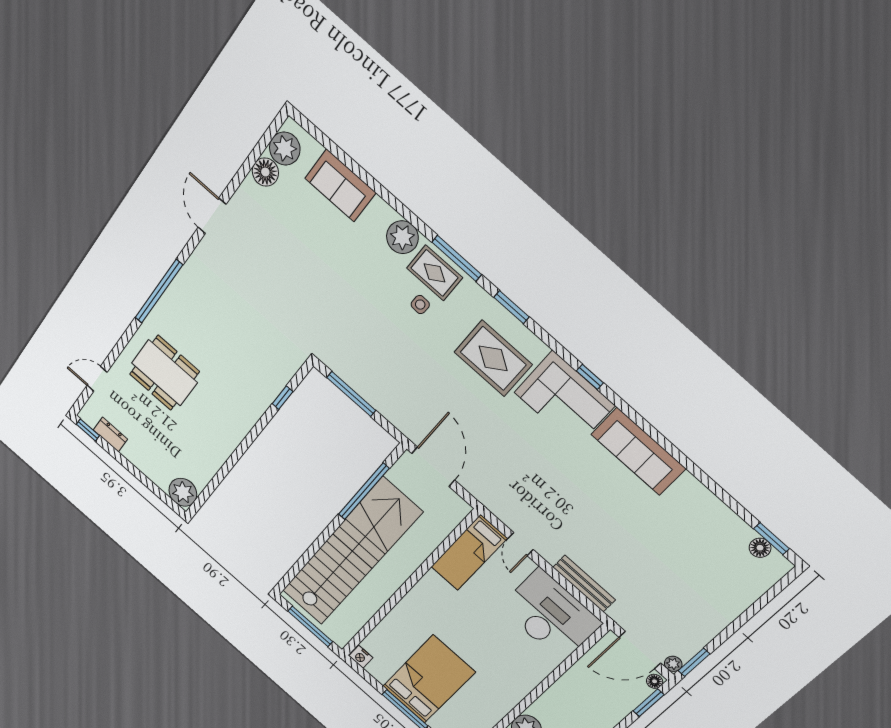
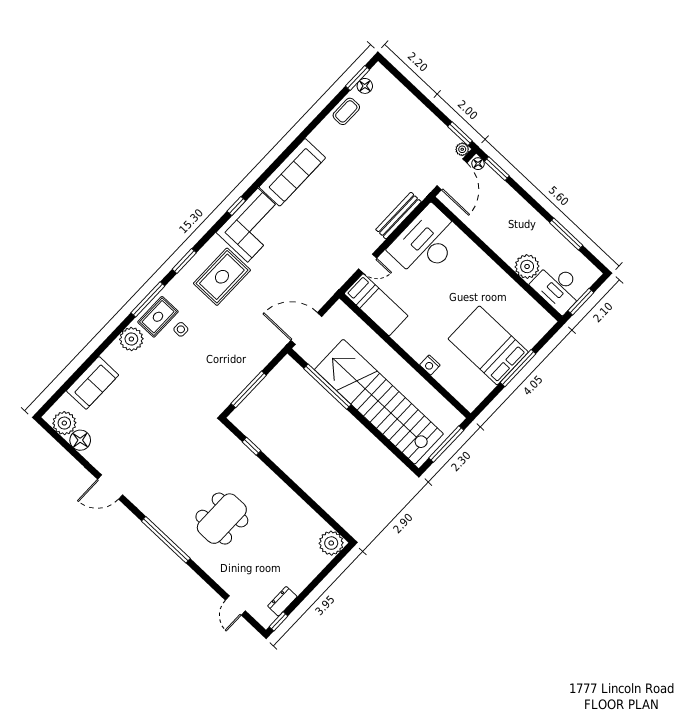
dining table: (164, 373) -> (222, 519), moved
coffee table: (724, 523) -> (346, 111), added
nightstand: (361, 657) -> (430, 365), moved, turned 90

